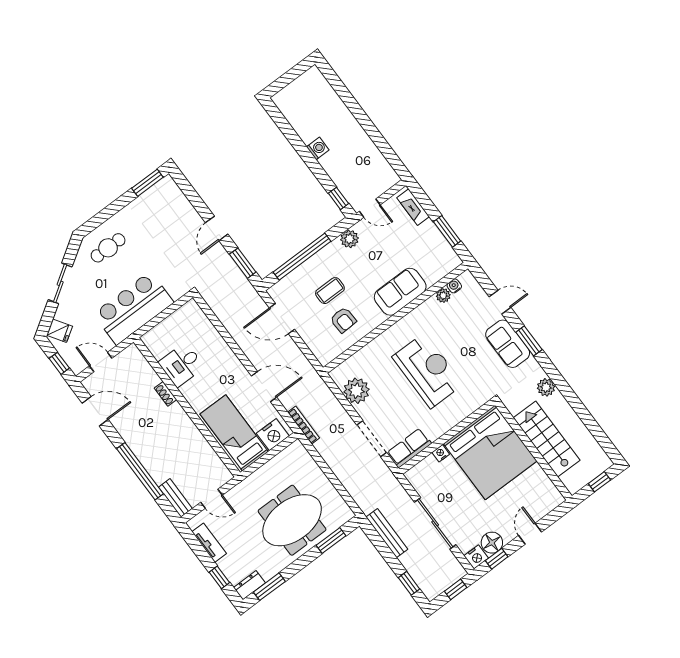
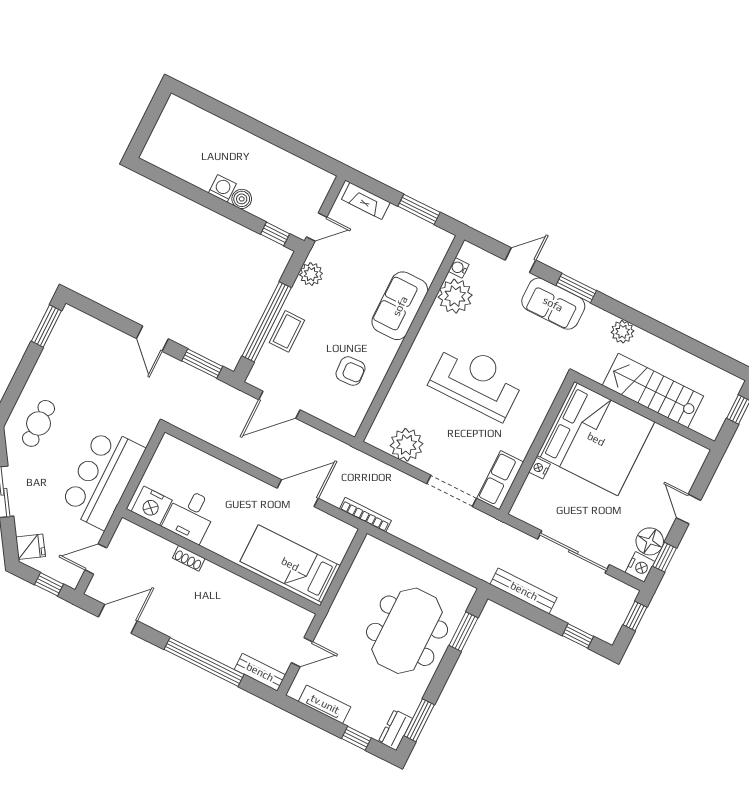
boiler: (327, 162) -> (242, 199), added
coffee table: (330, 291) -> (287, 331), moved
plant: (443, 296) -> (455, 296), width x1.88, depth x1.88
nightstand: (273, 435) -> (152, 506), moved, turned 90

